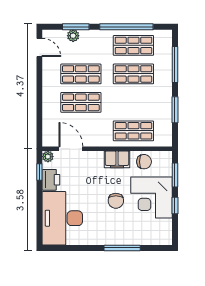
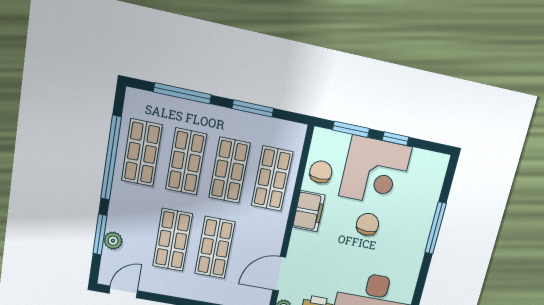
shop shelf: (133, 102) -> (229, 170), added
chair: (116, 201) -> (368, 224), turned -90

